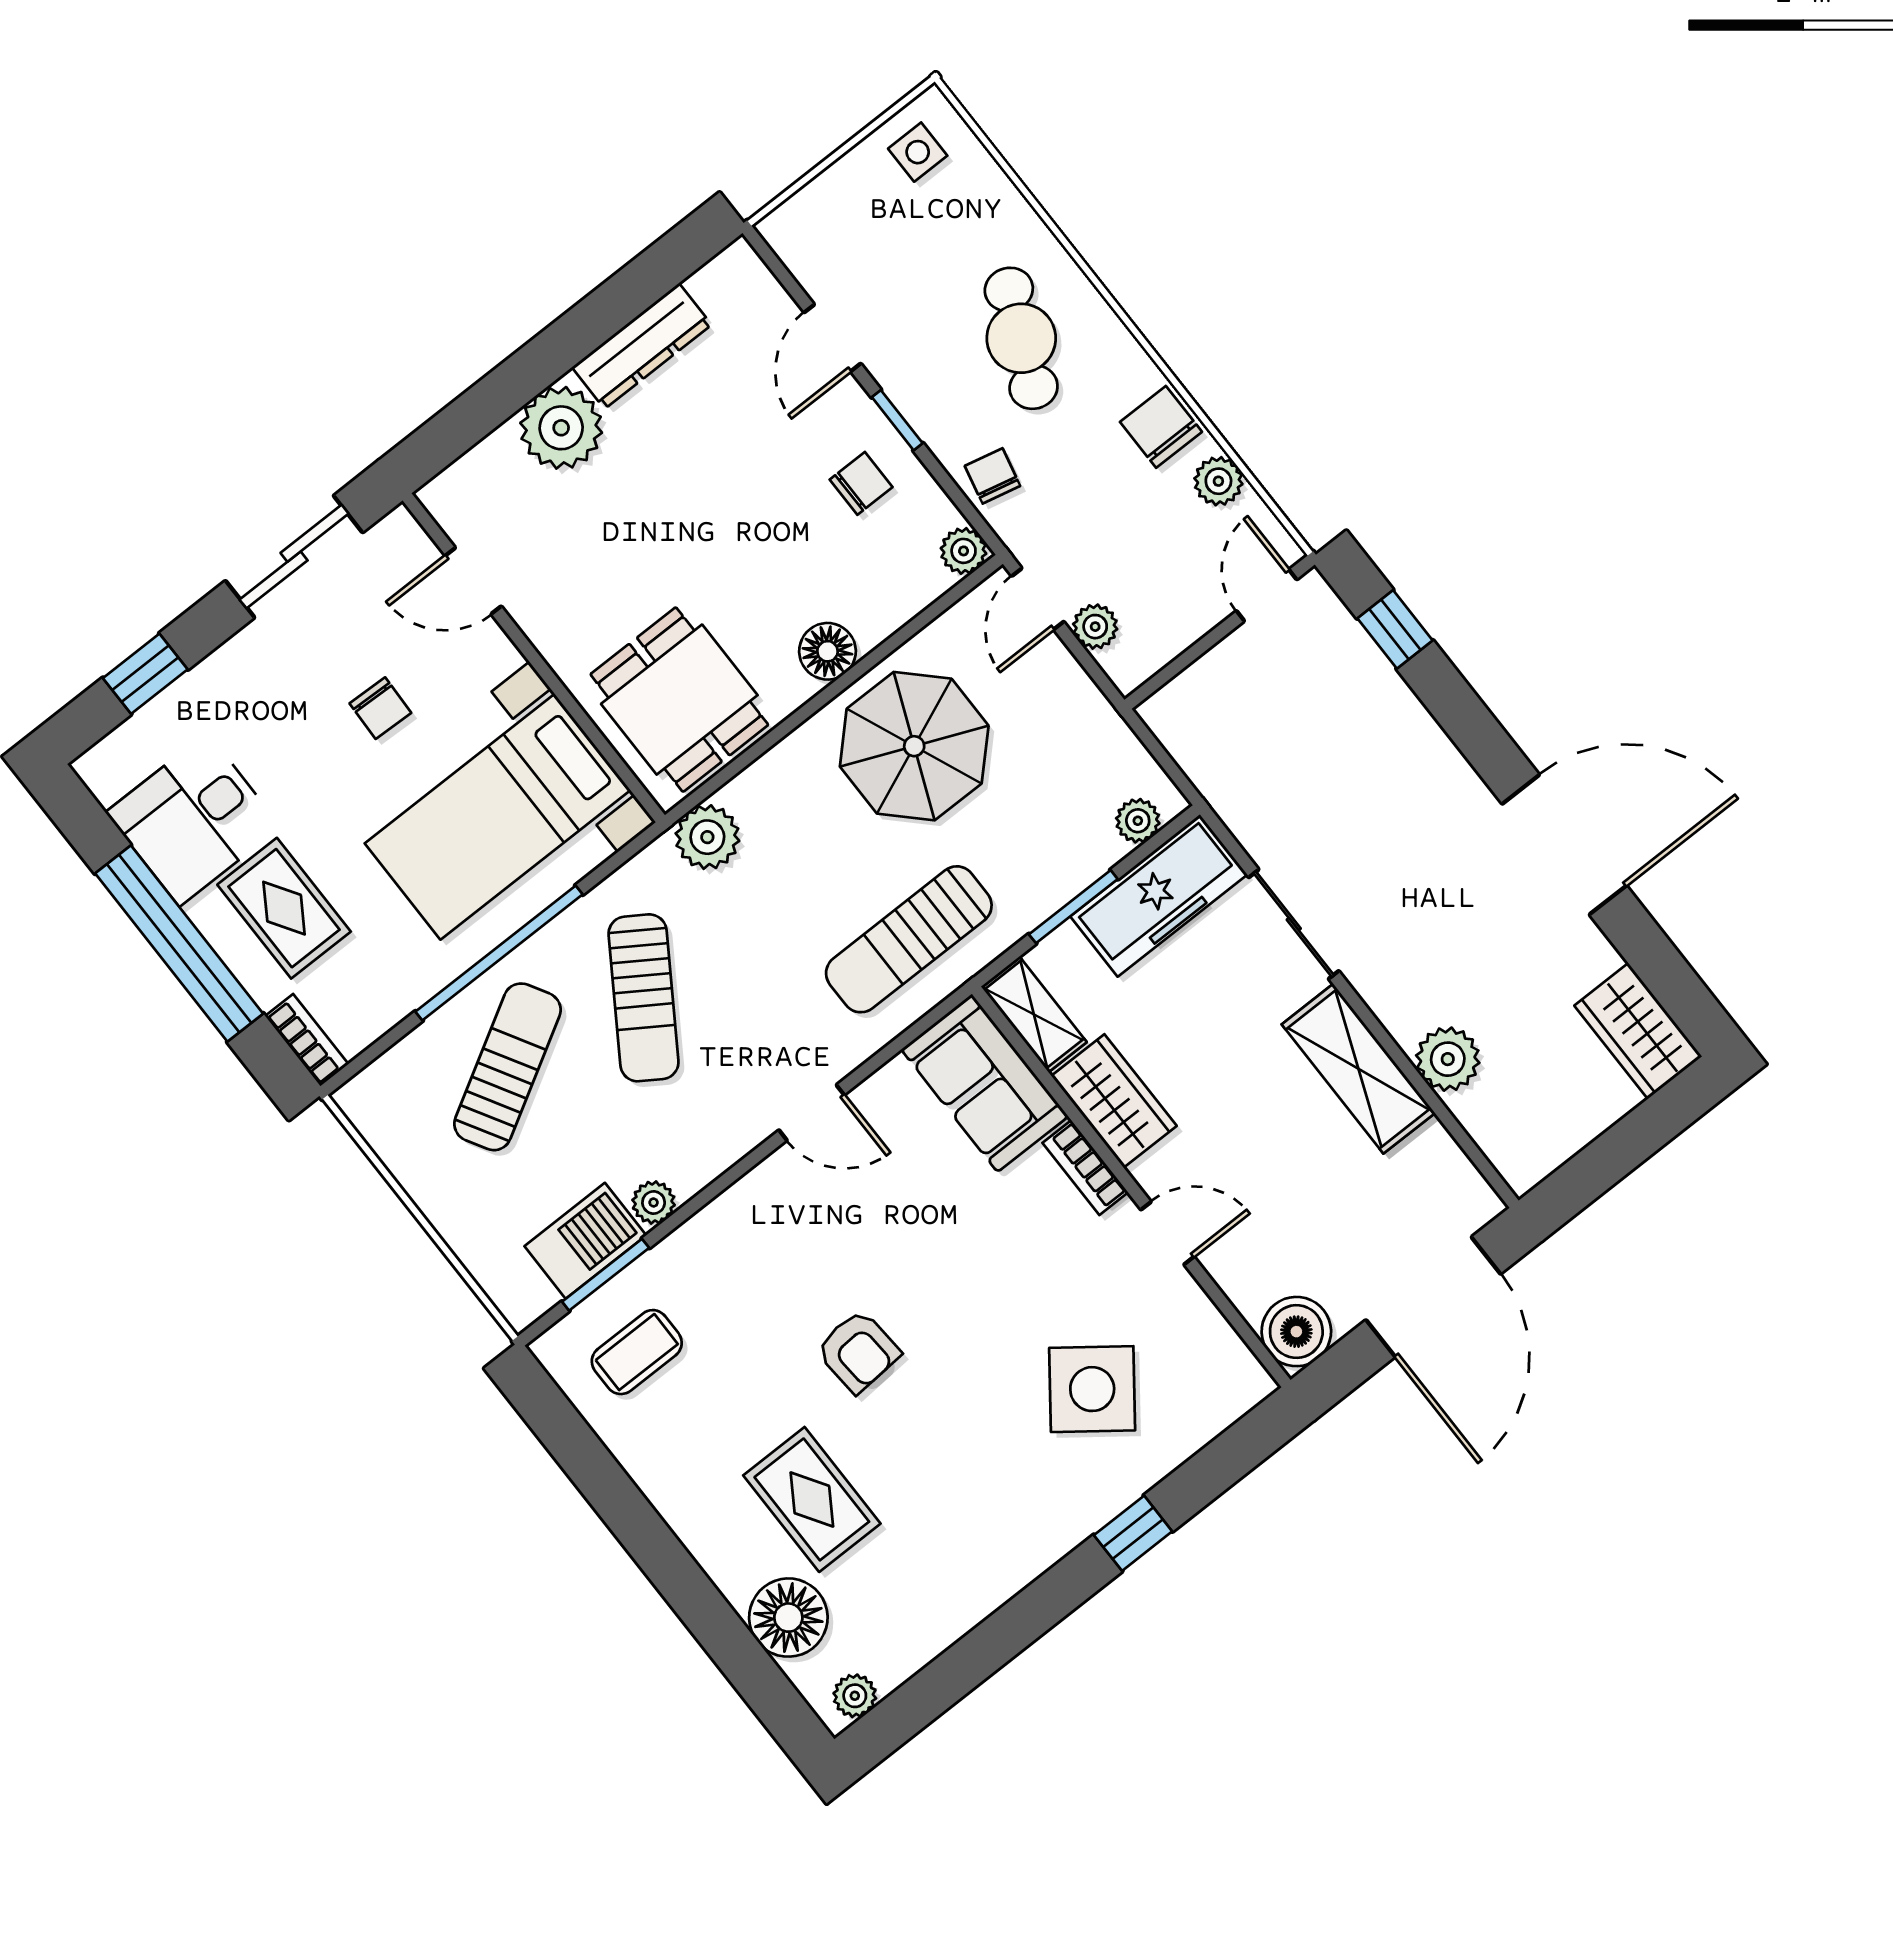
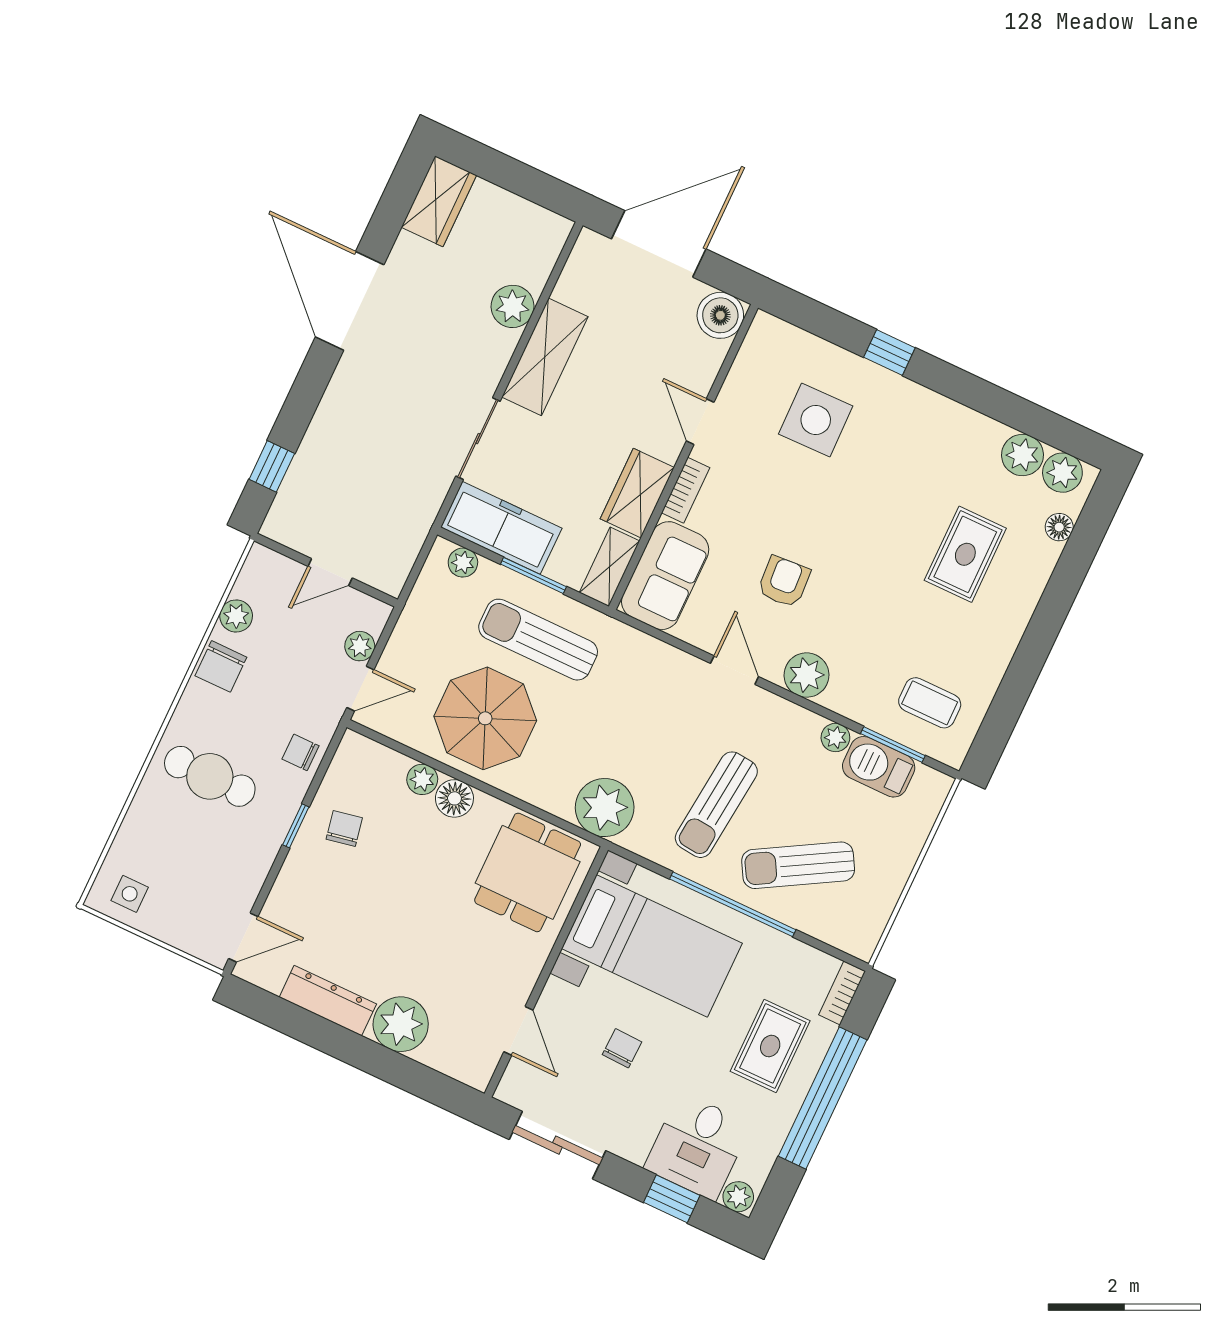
door: (832, 338) -> (243, 938), moved
cafe table: (1021, 338) -> (210, 776), turned 66
chair: (993, 476) -> (301, 752), turned 77
chair: (861, 483) -> (344, 829), turned 79
plant: (964, 551) -> (422, 779), moved
door: (1267, 595) -> (330, 572), moved
plant: (104, 764) -> (738, 1197), added
desk: (193, 820) -> (697, 1146), moved, turned 90
plant: (707, 837) -> (605, 808), width x1.36, depth x1.36
sun lounger: (909, 939) -> (538, 640), moved, turned 180
sun lounger: (644, 998) -> (716, 805), turned 153
plant: (757, 1206) -> (807, 675), added
armchair: (858, 1351) -> (784, 582), moved
side table: (1092, 1389) -> (816, 420), turned -38
floor lamp: (788, 1618) -> (1059, 527), width x0.53, depth x0.53
plant: (907, 1643) -> (1023, 455), added
plant: (855, 1696) -> (1062, 473), width x1.38, depth x1.38

